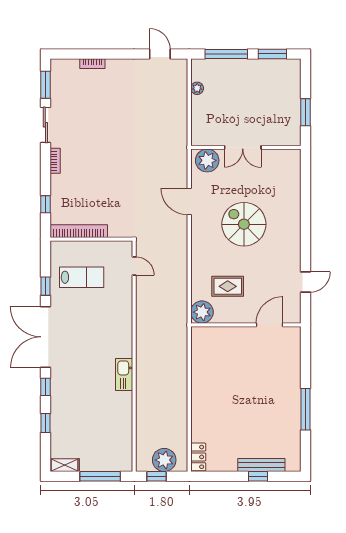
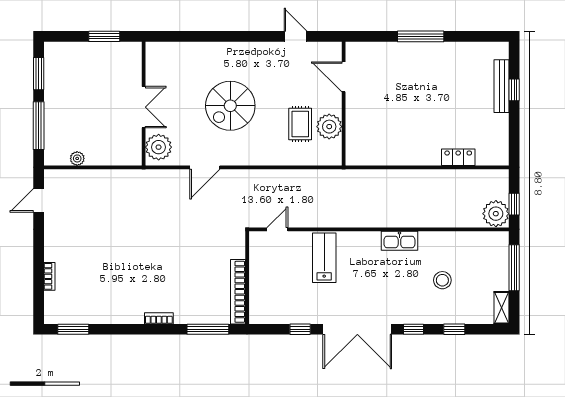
sliding door: (45, 125) -> (118, 329), removed
window: (45, 204) -> (208, 329), width x2.17
lab bench: (82, 277) -> (324, 258), moved
plant: (202, 312) -> (329, 127), moved
window: (306, 409) -> (421, 36), moved
stool: (89, 413) -> (442, 280), added
locker: (198, 457) -> (458, 157), moved
plant: (164, 460) -> (496, 214), moved

